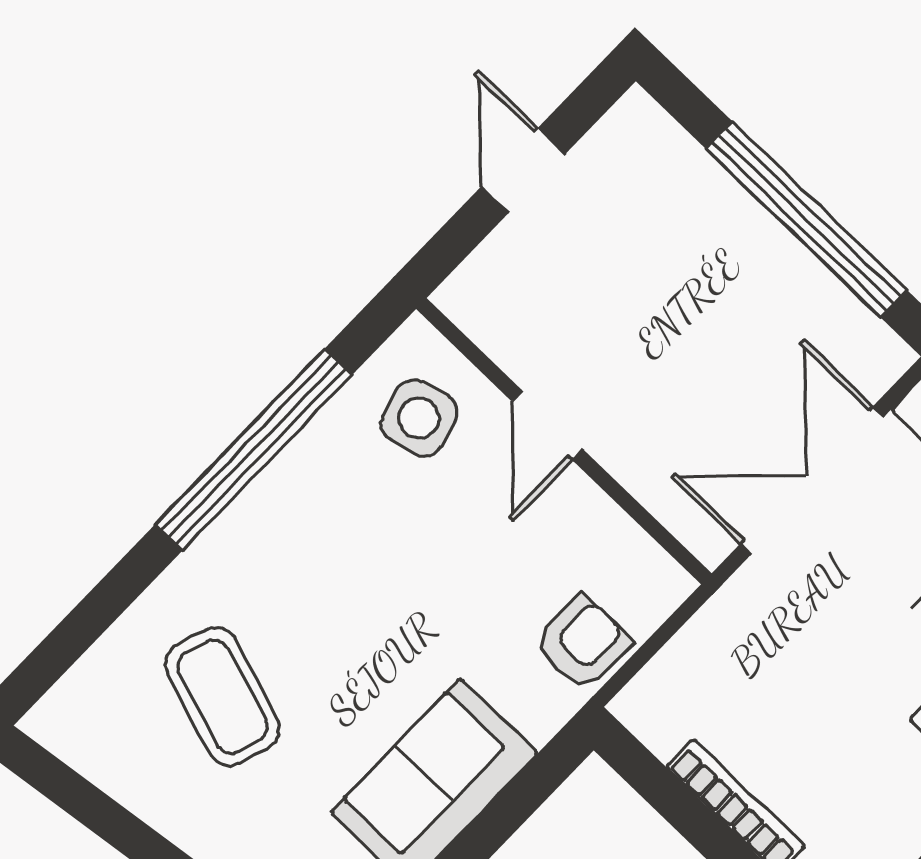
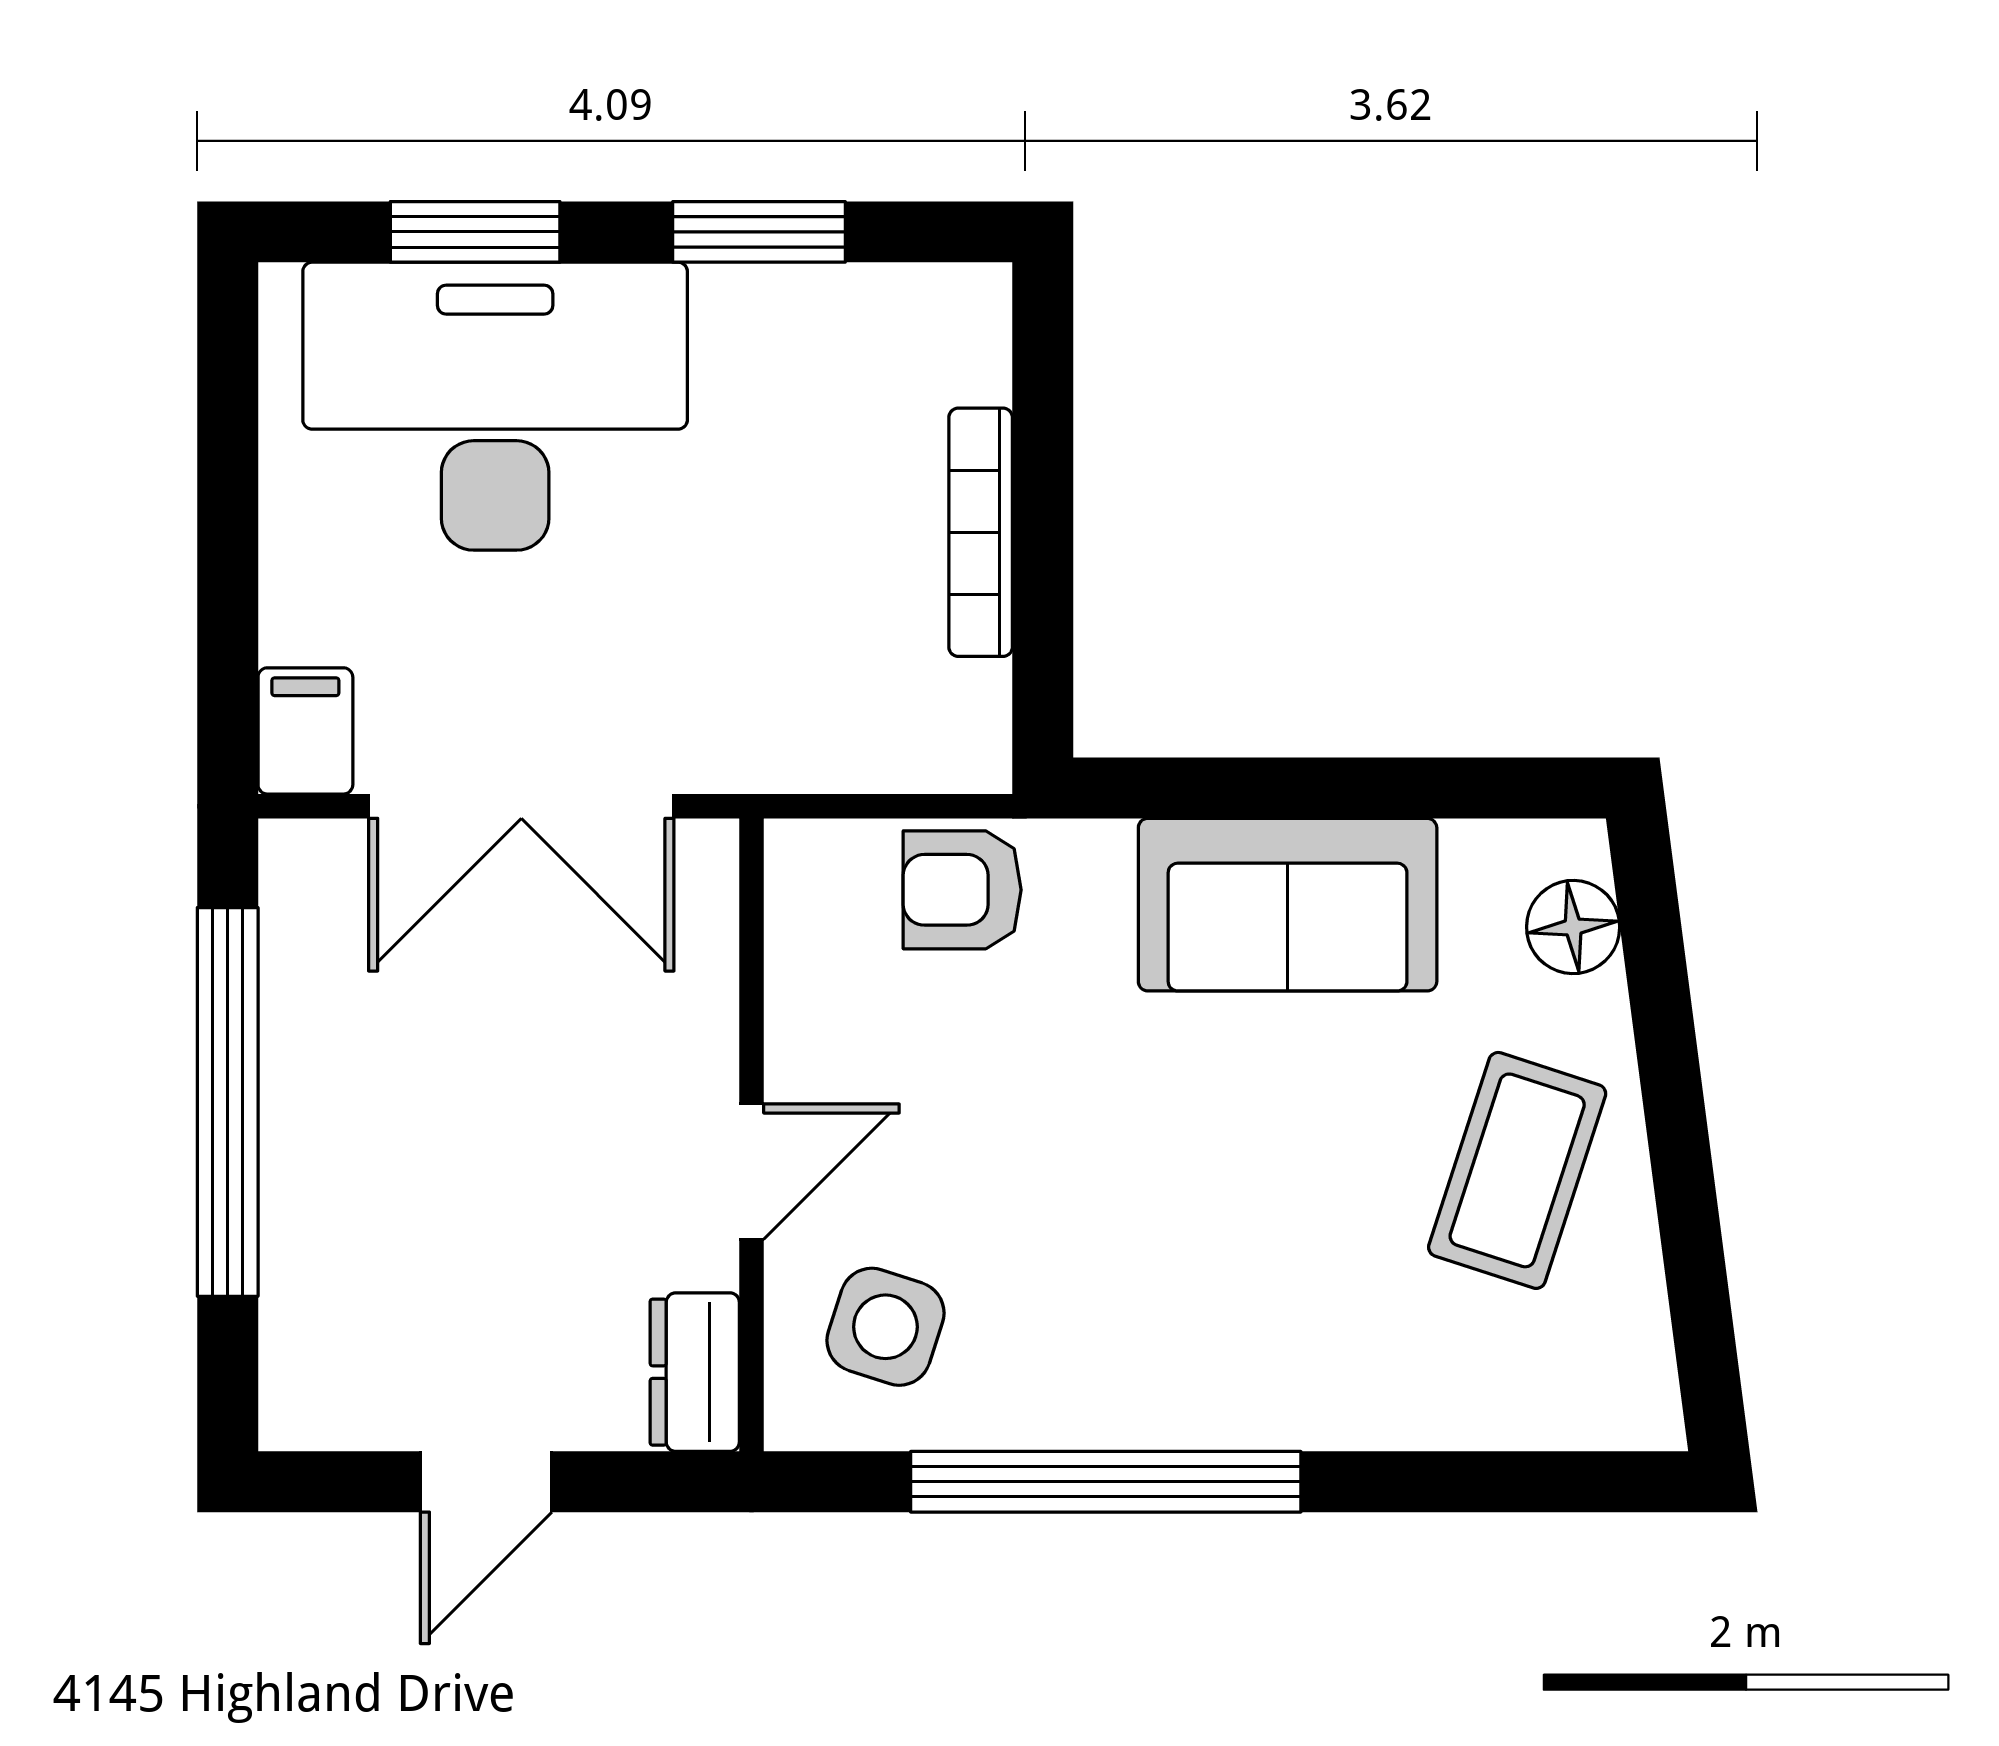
dresser: (482, 312) -> (695, 1372), added
side table: (419, 418) -> (885, 1327), turned 33
coffee table: (222, 697) -> (1517, 1170), moved

